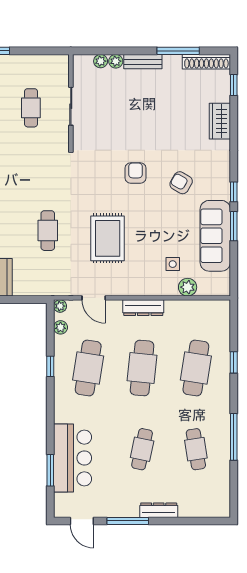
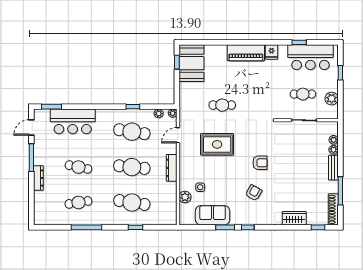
plant: (38, 64) -> (332, 99), added
sofa: (215, 236) -> (213, 215), width x0.73
window: (50, 470) -> (52, 107), moved

